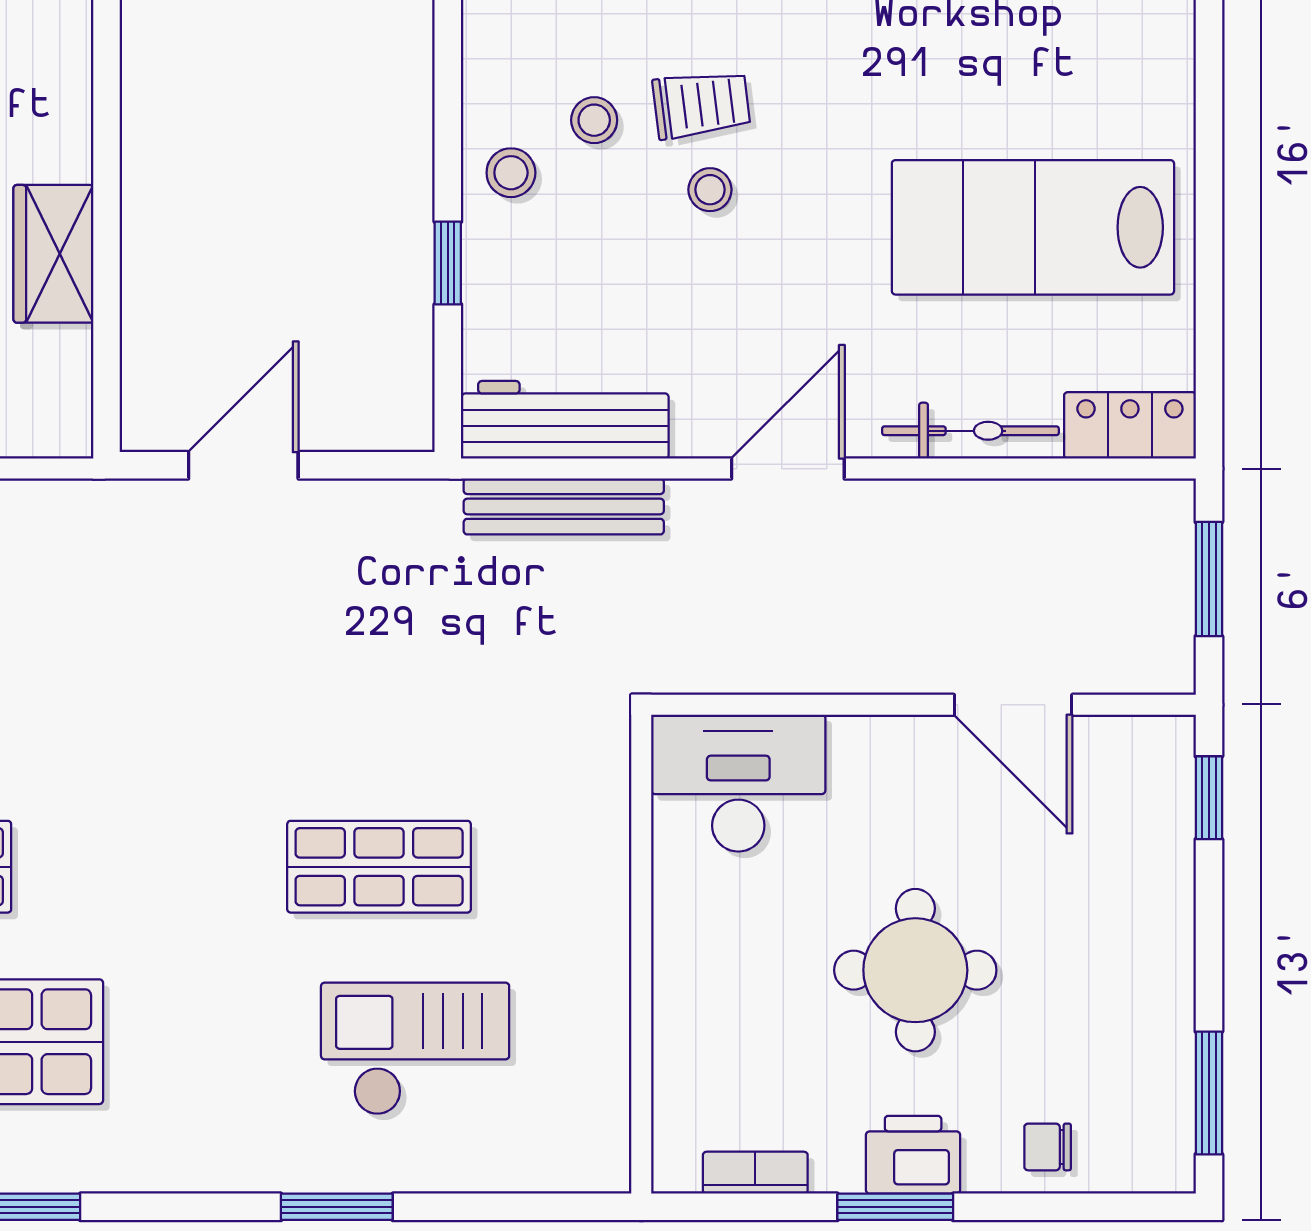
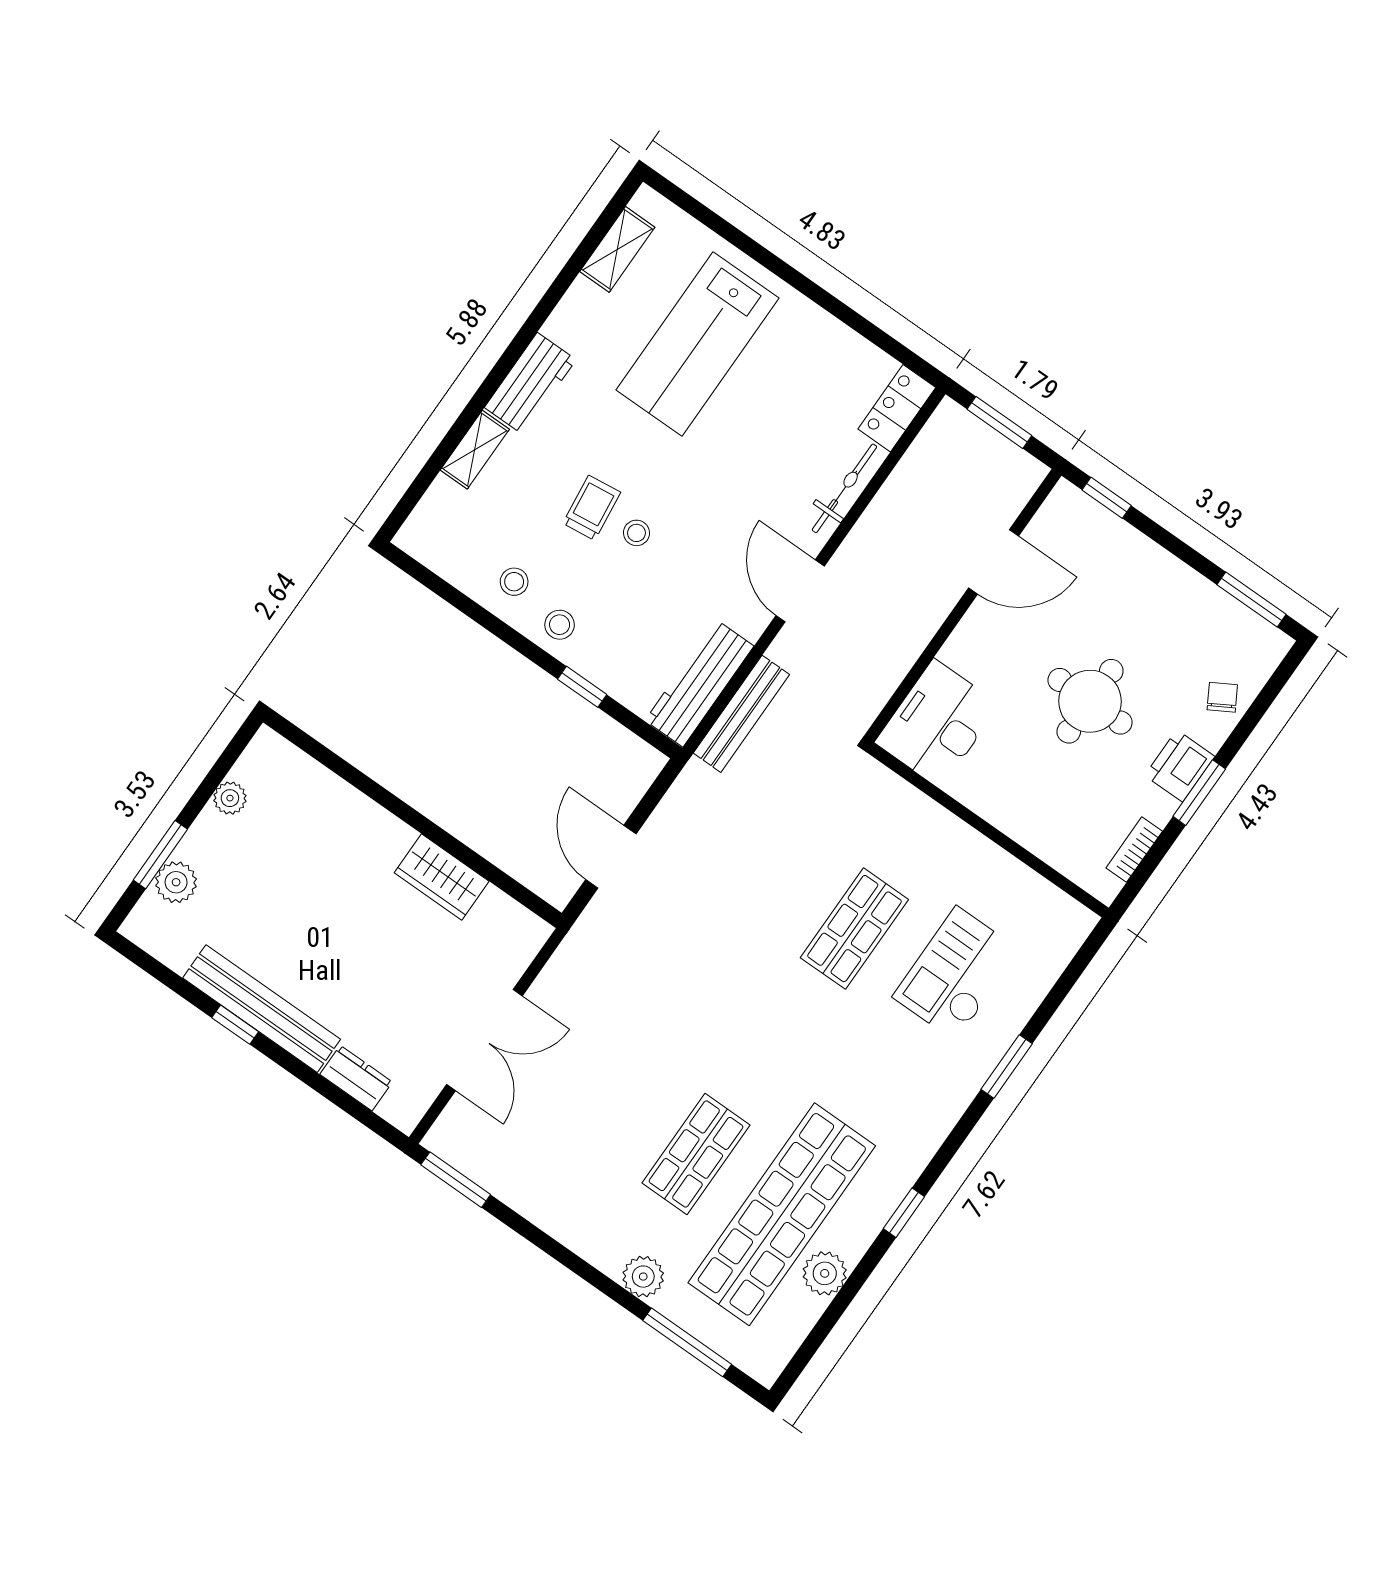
stool: (594, 120) -> (514, 582), moved
lab bench: (1033, 227) -> (698, 344), moved
chair: (1048, 1147) -> (1222, 697), turned 150

